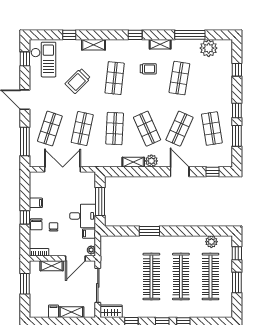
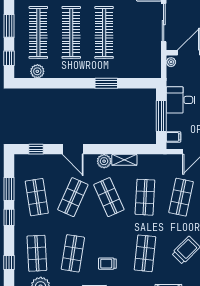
shop shelf: (212, 78) -> (37, 253), added
filing cabinet: (89, 234) -> (173, 137), moved

